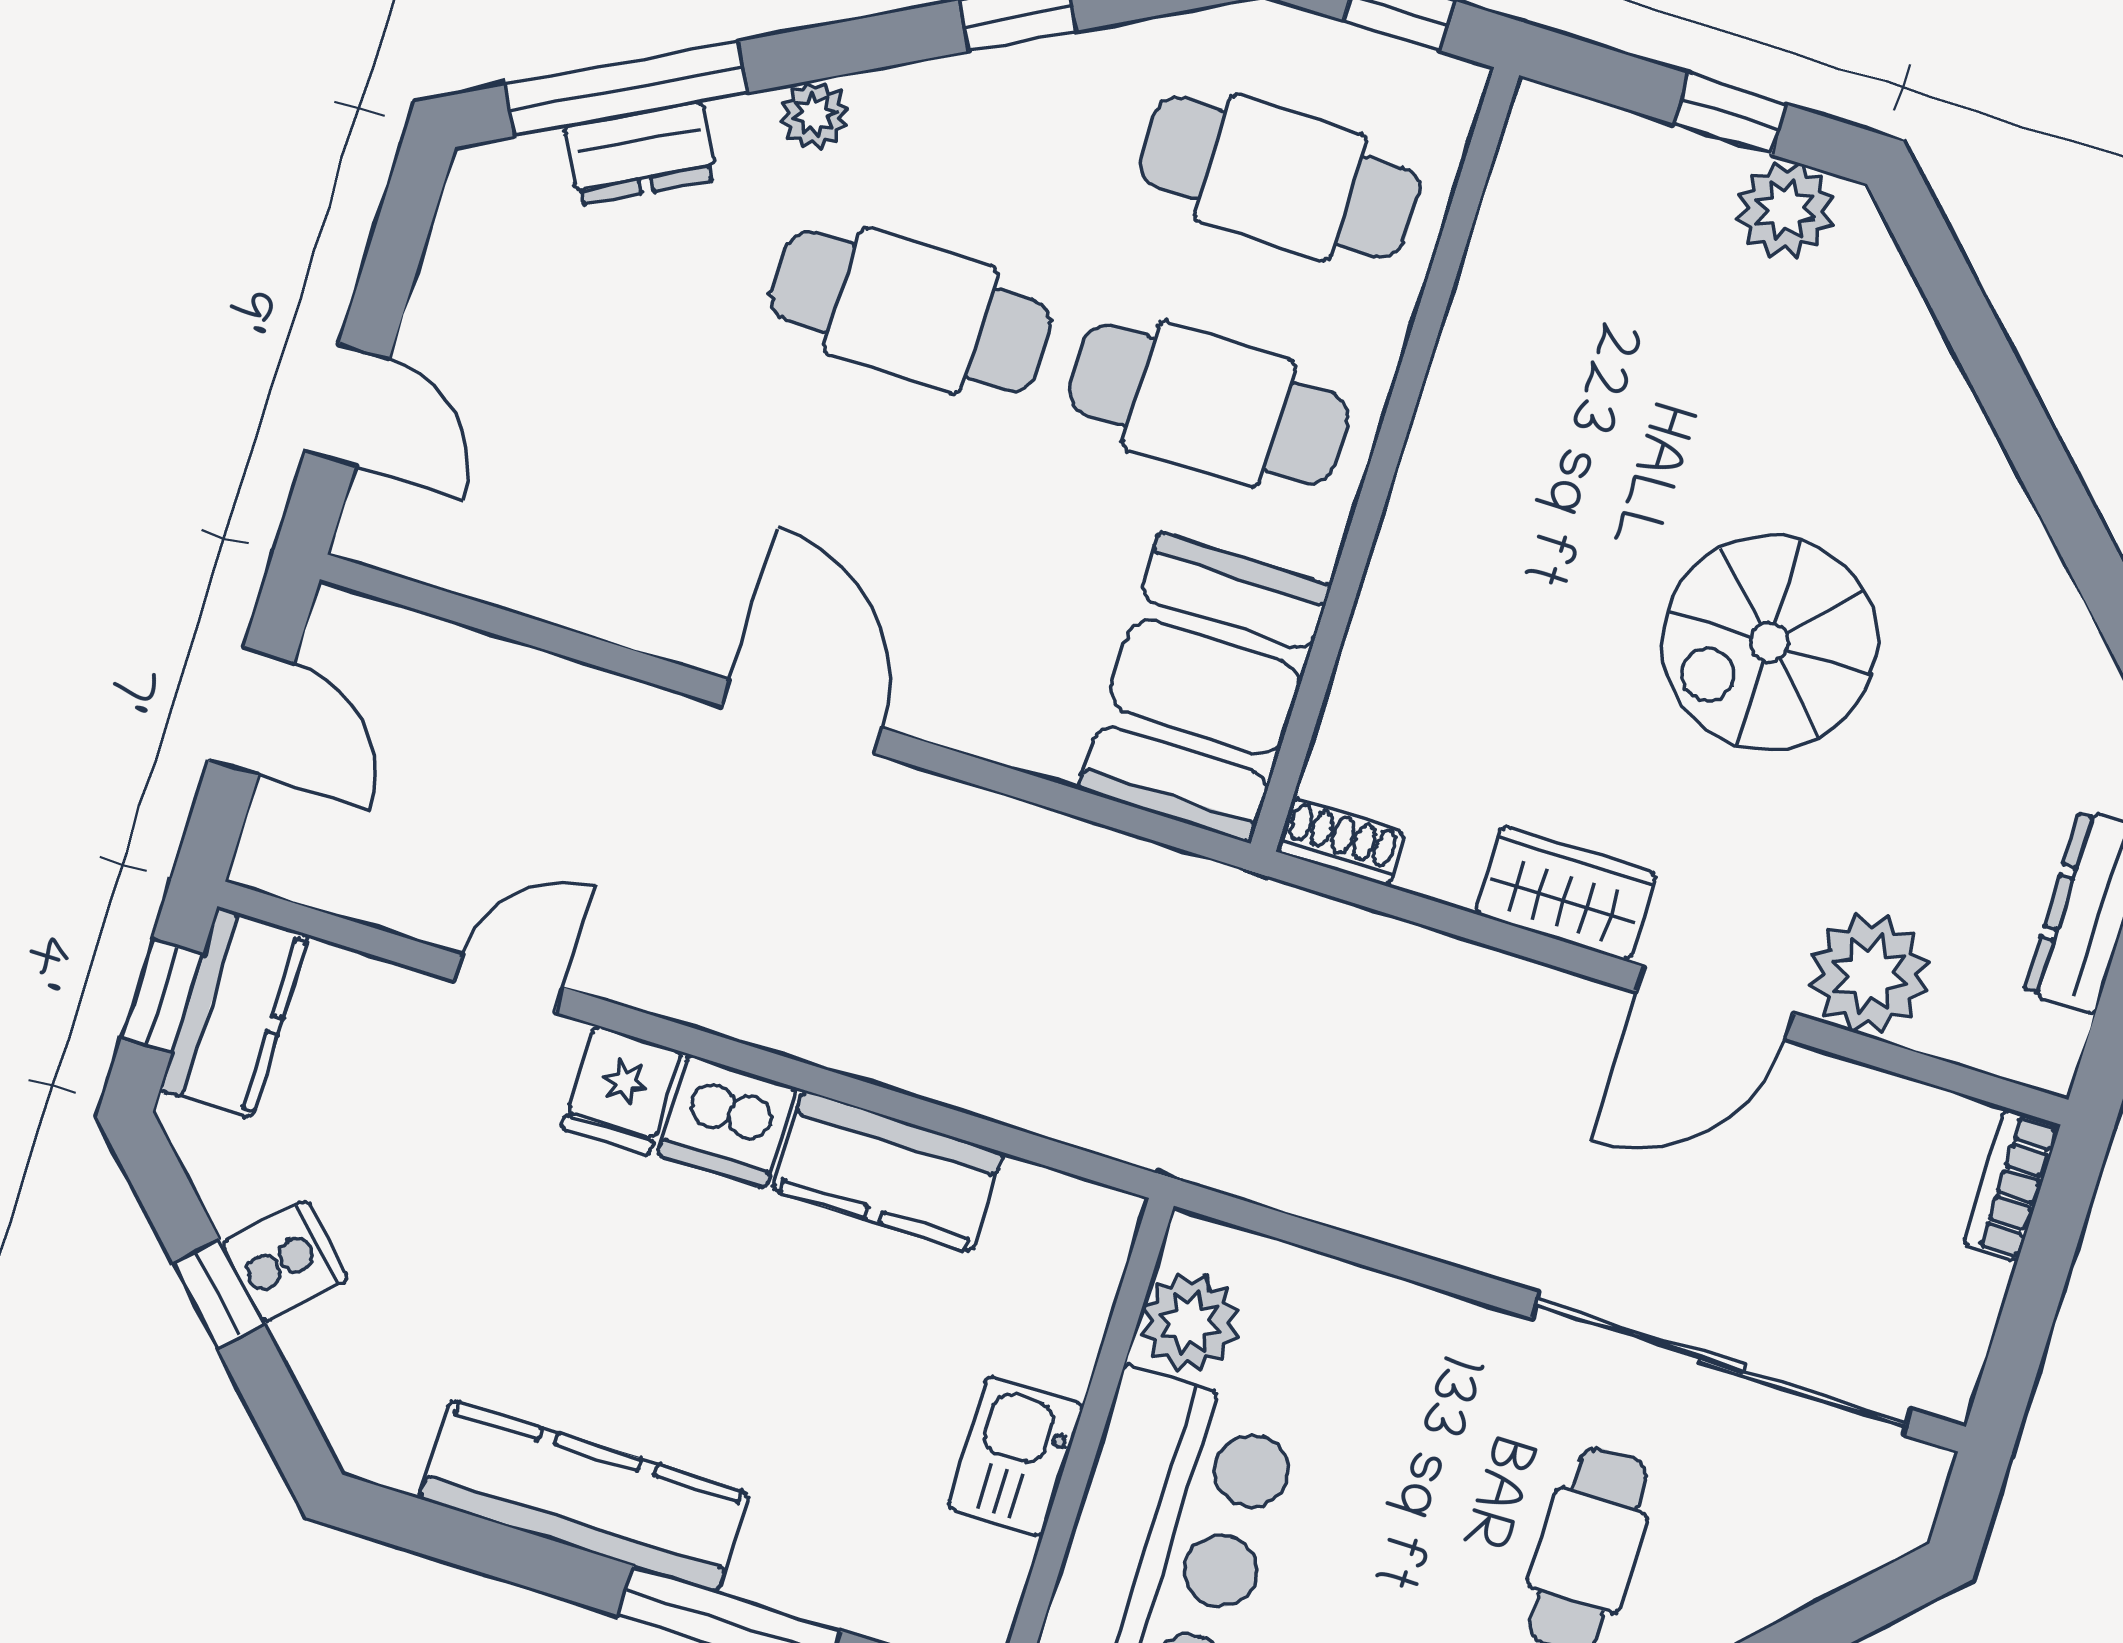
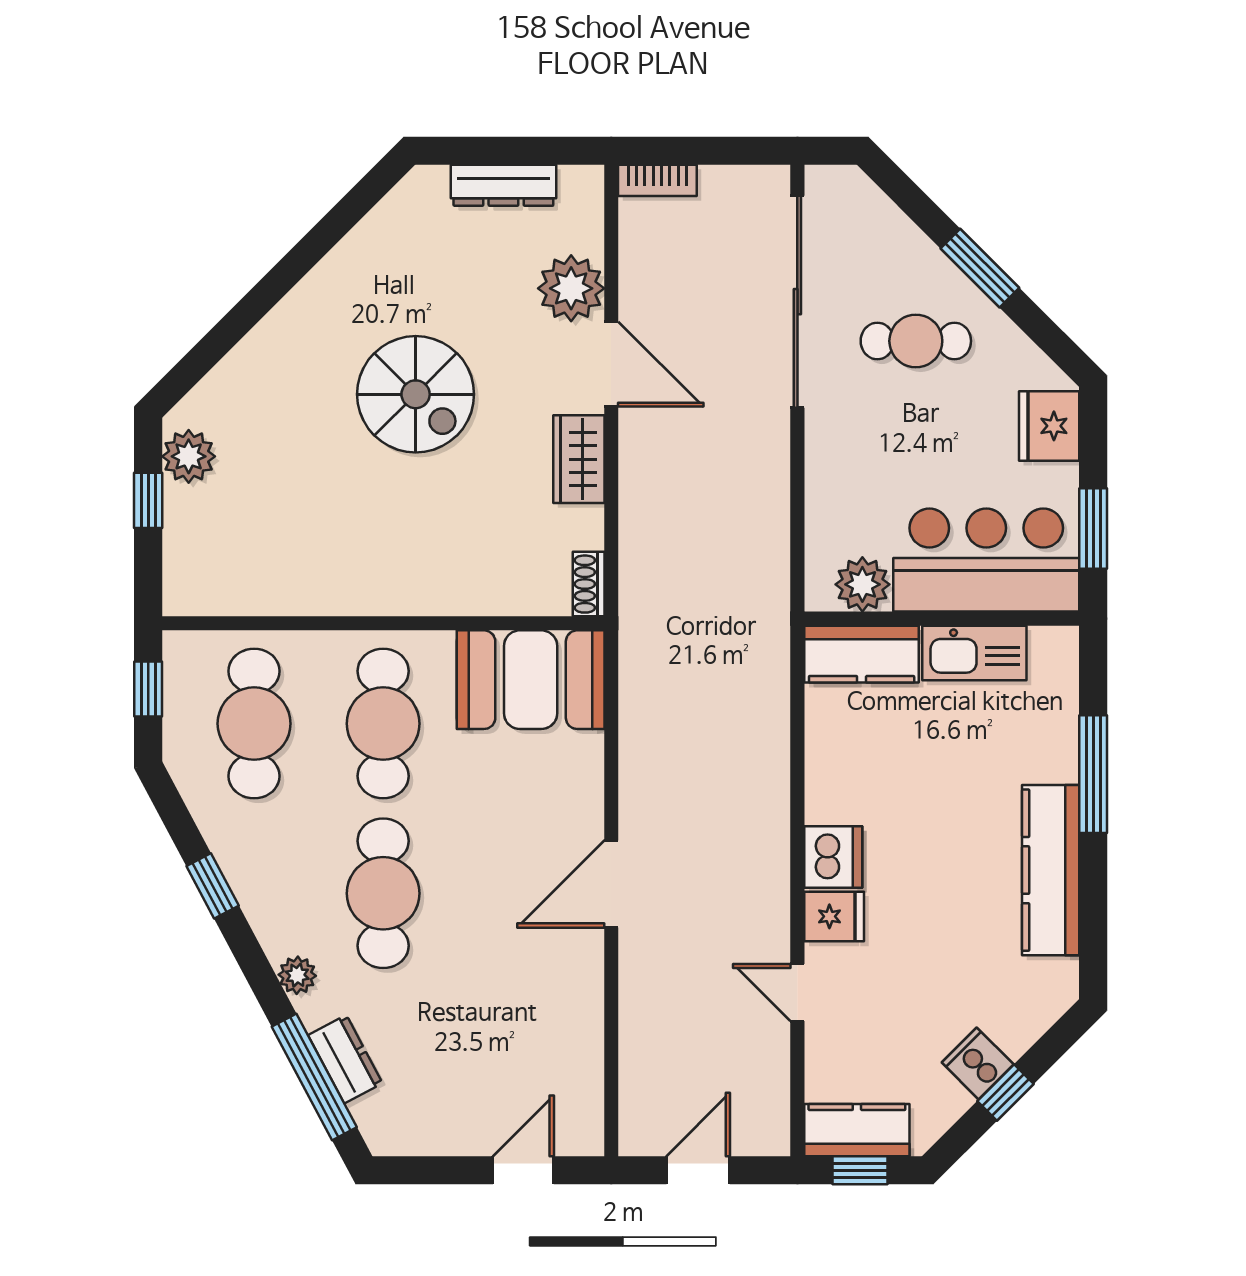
kitchen counter: (888, 1171) -> (862, 654), moved, turned 90
kitchen sink: (1015, 1456) -> (974, 653), width x1.38

